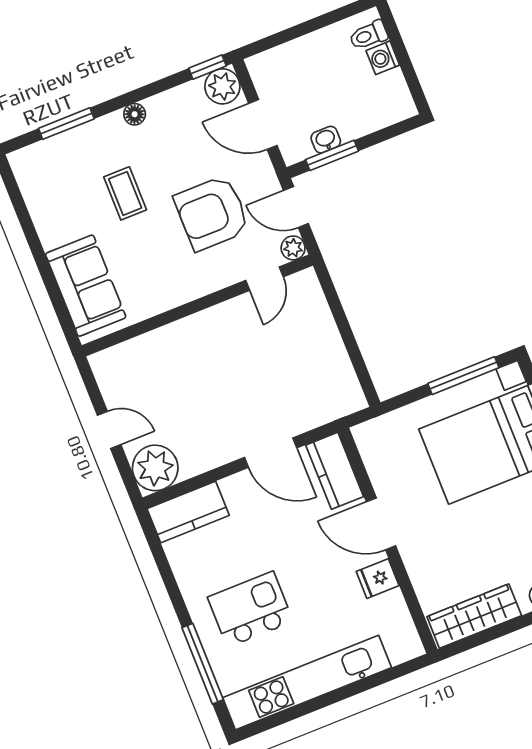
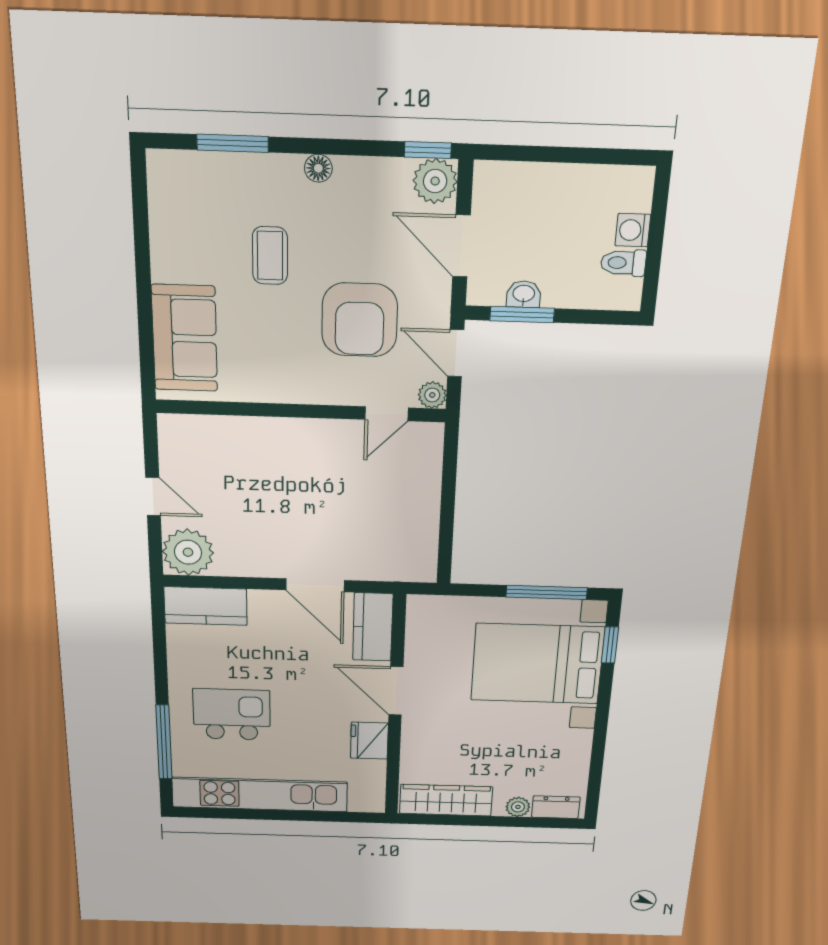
toilet: (368, 35) -> (623, 263), moved
armchair: (212, 213) -> (360, 320), turned -90
fridge: (378, 579) -> (369, 741), width x1.38

